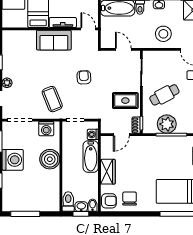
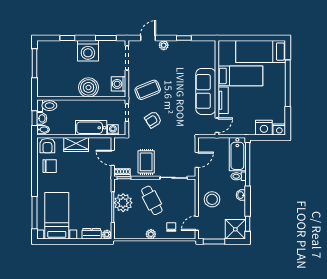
sofa: (54, 40) -> (206, 91), width x1.36
armchair: (84, 77) -> (153, 120), moved, turned 151

